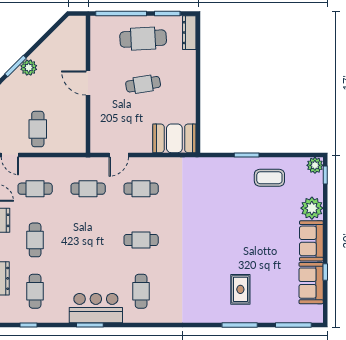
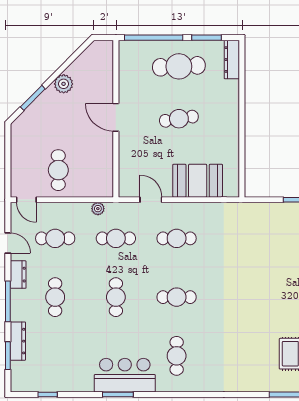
plant: (29, 68) -> (64, 84), moved
booth: (174, 138) -> (198, 181), moved
door: (119, 155) -> (151, 200), swing flipped
plant: (72, 163) -> (98, 209), added
cafe table: (35, 291) -> (116, 297), moved

